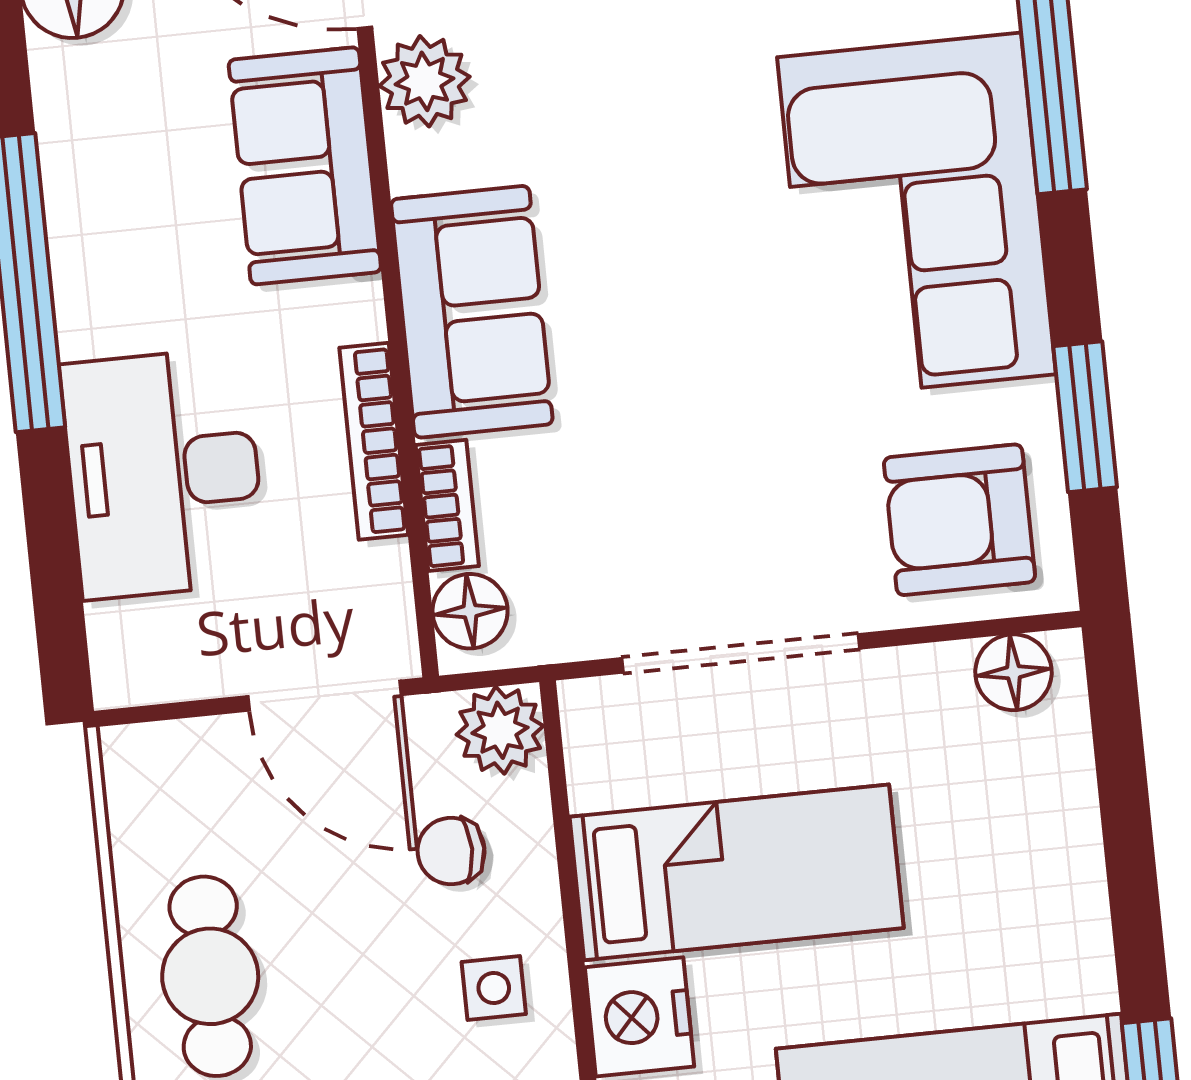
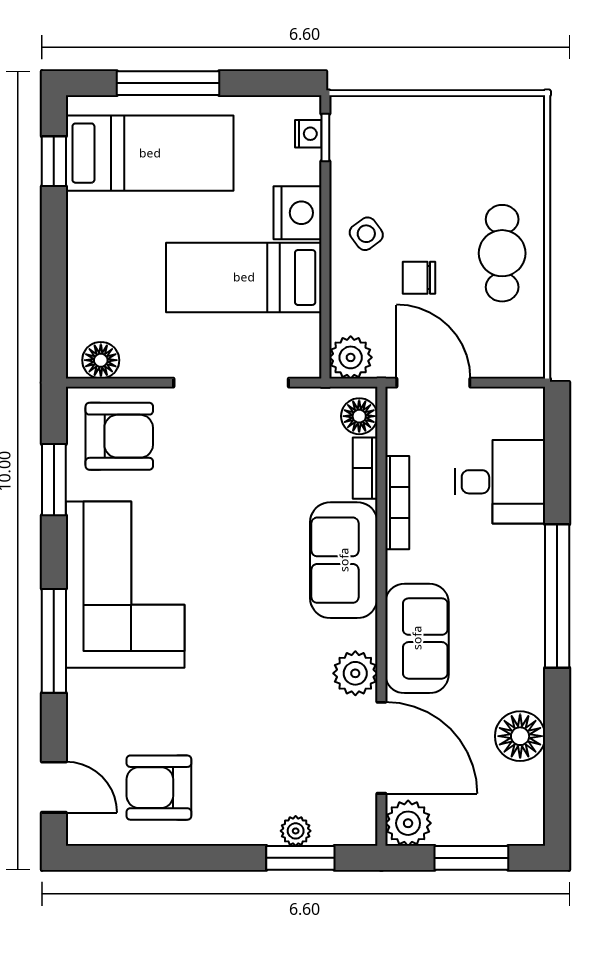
desk: (164, 473) -> (500, 482), width x0.73
chair: (451, 851) -> (419, 278), moved, turned 180
side table: (494, 988) -> (366, 234), turned -37

